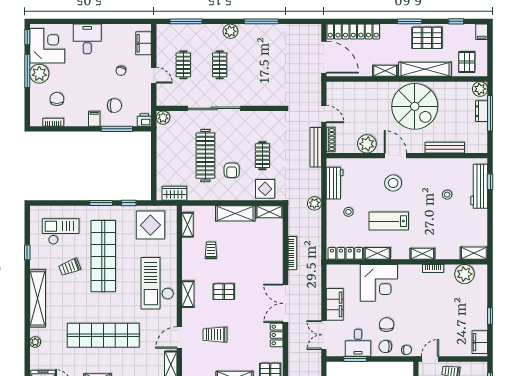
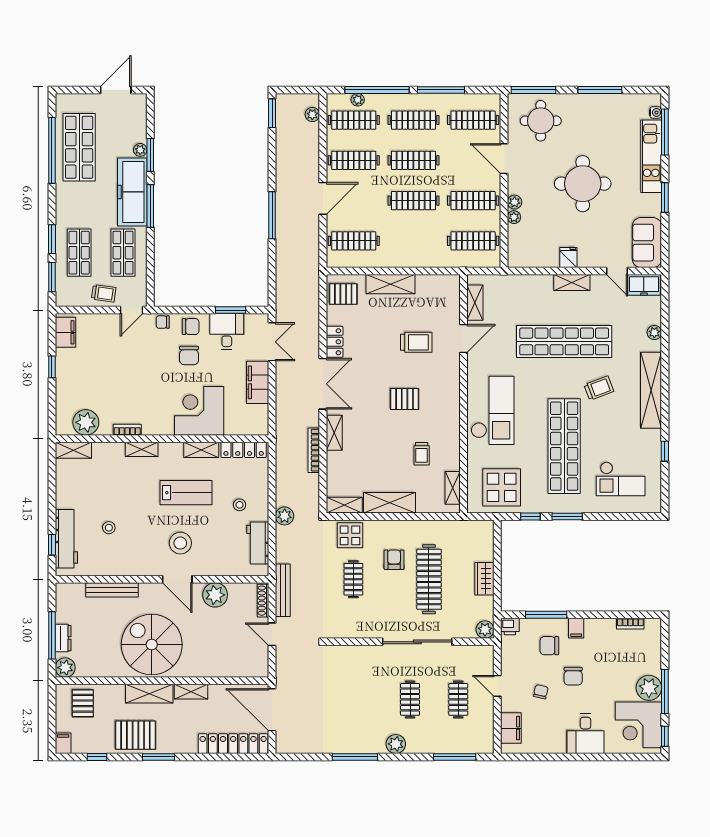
shelving: (425, 69) -> (149, 694), width x0.68
chair: (57, 99) -> (573, 676), moved
wardrobe: (174, 193) -> (484, 579), moved, turned 90
trolley: (70, 267) -> (599, 388), moved
shelving: (188, 294) -> (334, 433), moved

